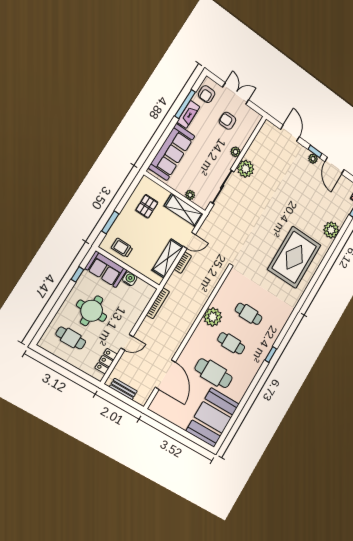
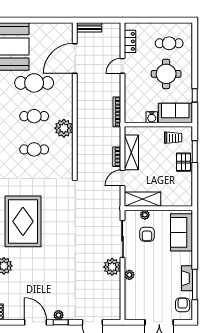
armchair: (227, 121) -> (147, 234), moved, turned 90
sofa: (172, 152) -> (182, 232), width x0.73
pallet: (147, 206) -> (183, 162), moved
door: (165, 375) -> (75, 58), hinge flipped
bench: (123, 389) -> (89, 27), moved

